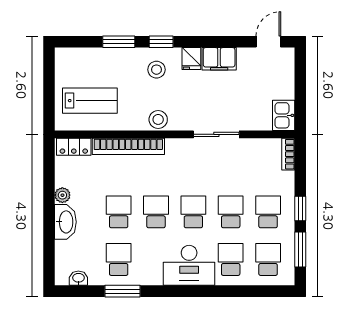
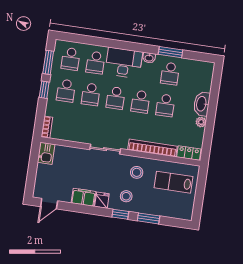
stool: (158, 119) -> (137, 172), moved
sliding door: (216, 134) -> (105, 149), moved
washbasin: (78, 278) -> (149, 58), moved

